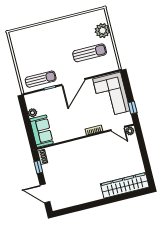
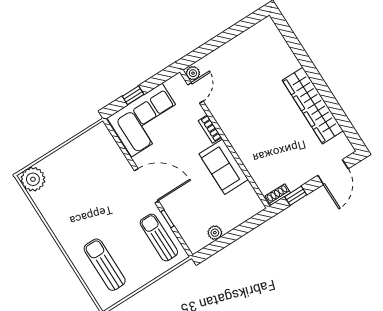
plant: (102, 31) -> (33, 179), moved
sun lounger: (90, 53) -> (105, 265), moved
window: (133, 108) -> (133, 95), moved
sofa: (42, 131) -> (224, 167), moved, turned -90
wardrobe: (125, 185) -> (313, 106), moved

